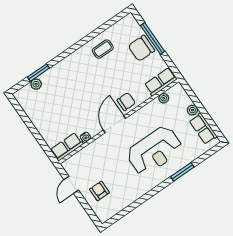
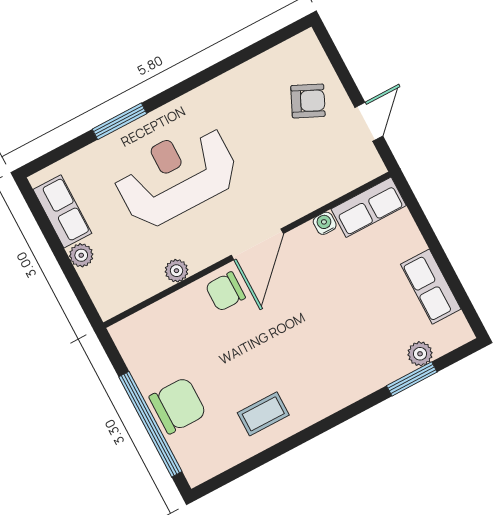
window: (153, 38) -> (150, 424), width x1.46
row of seats: (161, 82) -> (431, 287), moved, turned 90
plant: (164, 98) -> (176, 271), moved
armchair: (99, 191) -> (308, 101), turned -65

